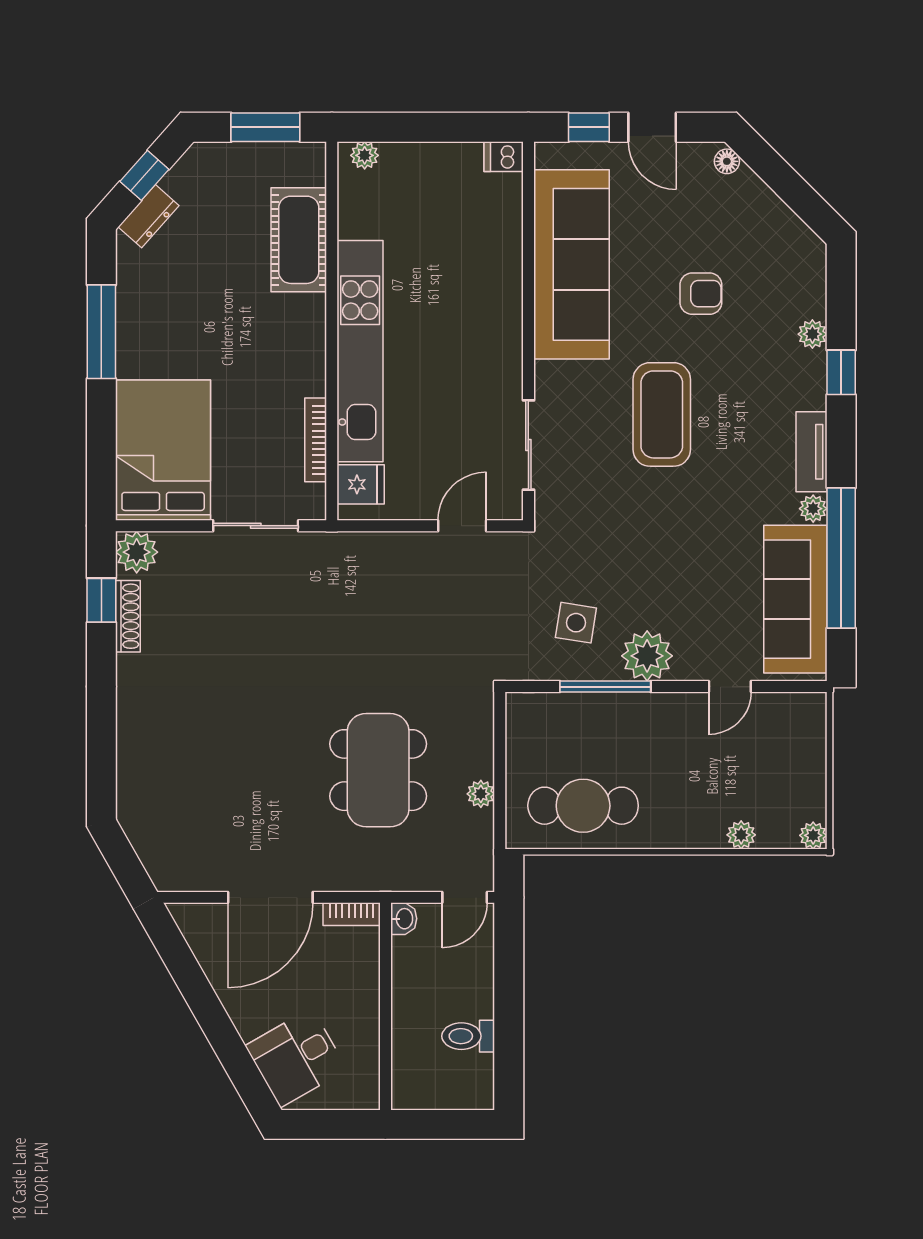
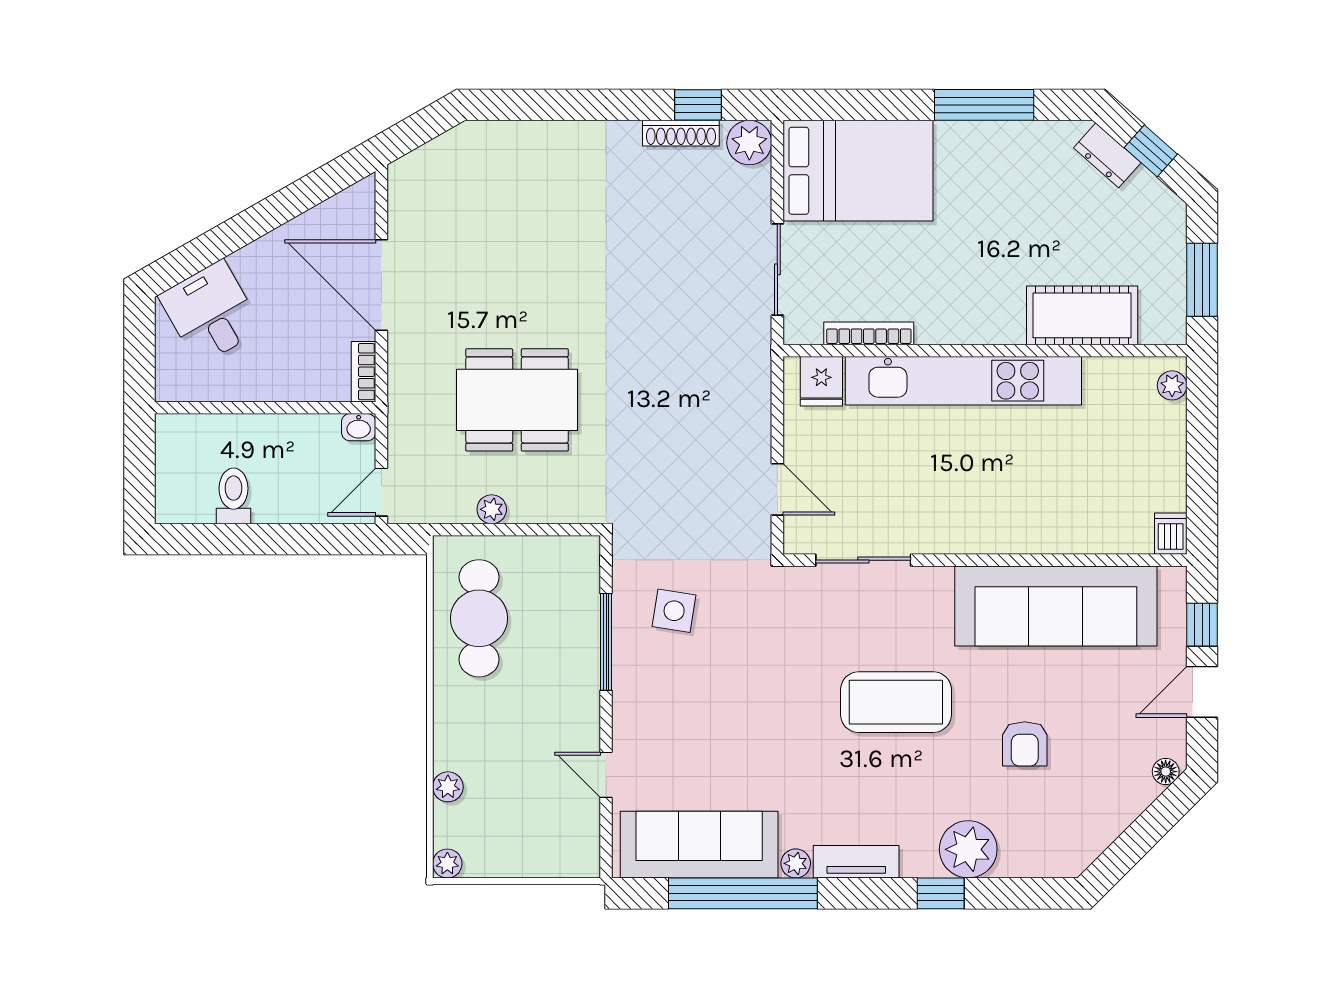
plant: (812, 334) -> (968, 849), width x1.88, depth x1.88
plant: (647, 656) -> (639, 686), removed
door: (465, 897) -> (381, 492), hinge flipped

